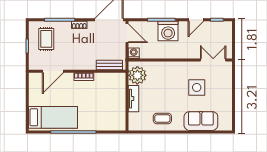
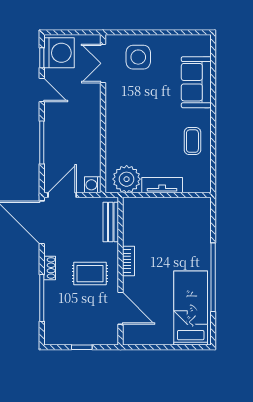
washing machine: (168, 31) -> (59, 53), moved
rug: (46, 39) -> (90, 274), moved
side table: (197, 87) -> (138, 57), moved

